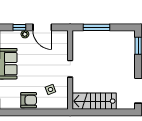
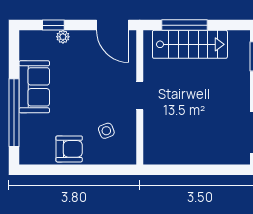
door: (42, 27) -> (112, 25), moved
stairs: (94, 101) -> (190, 44), moved, turned 180

